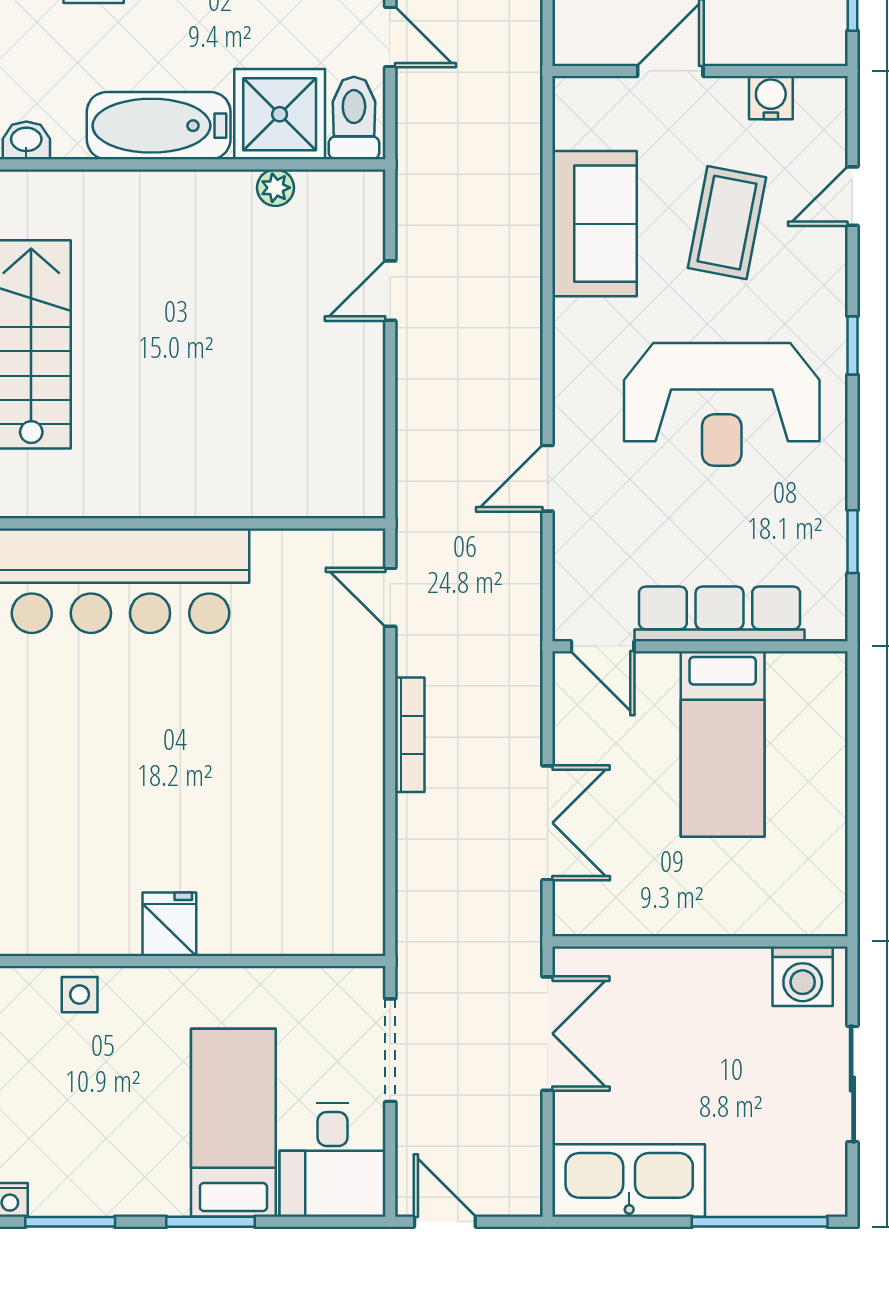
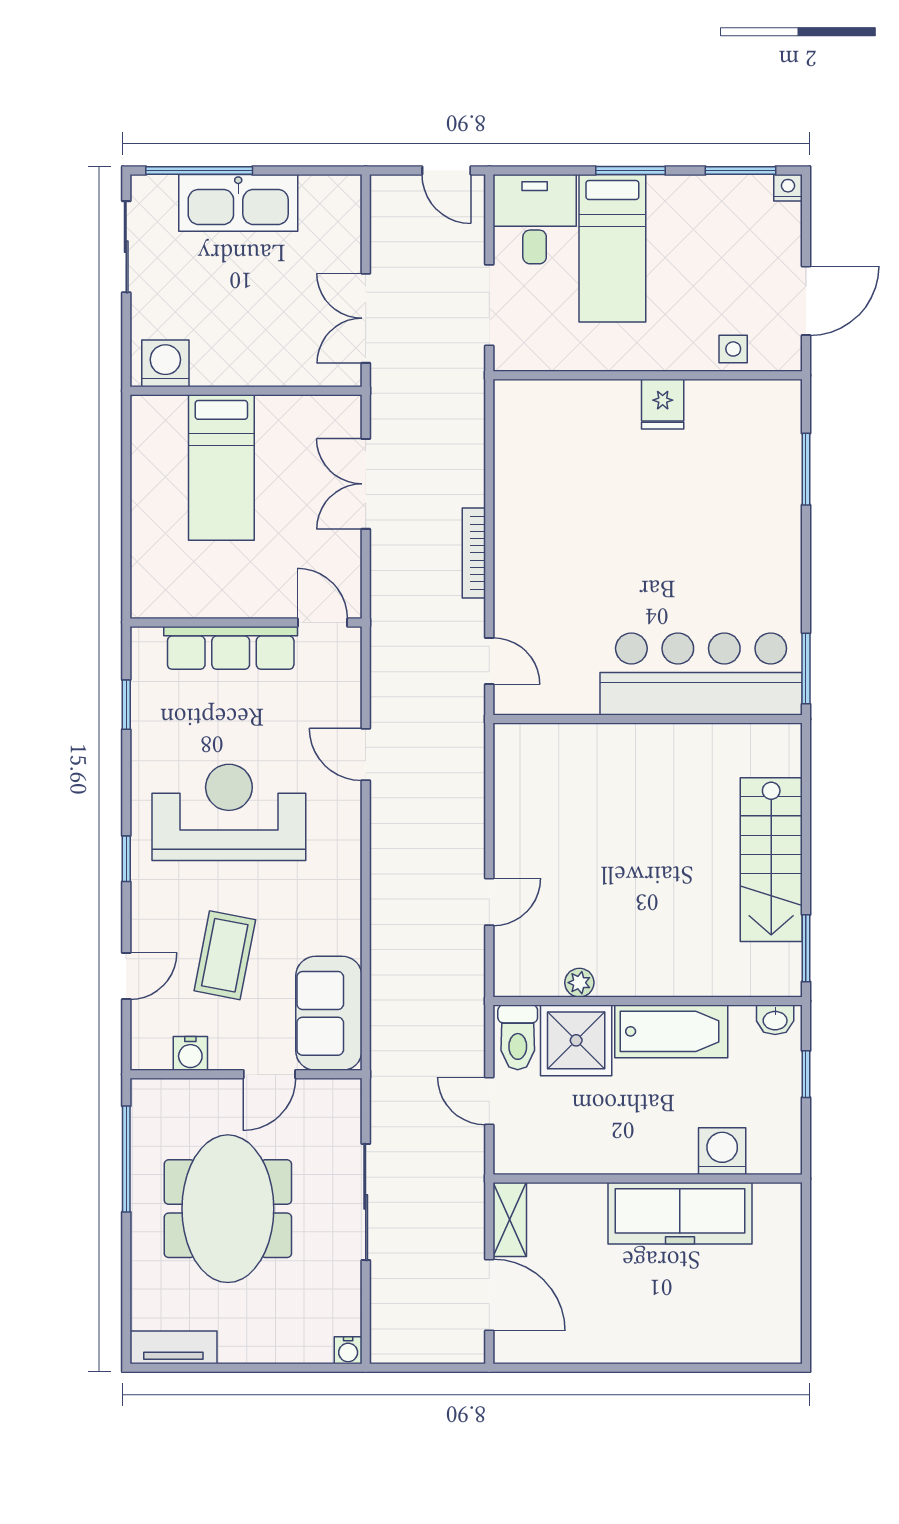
sofa: (595, 224) -> (329, 1013), moved
door: (548, 478) -> (366, 755), swing flipped
bed: (723, 744) -> (221, 468), moved, turned 180
sliding door: (852, 1084) -> (126, 247), moved
kitchen sink: (629, 1180) -> (238, 203), moved

